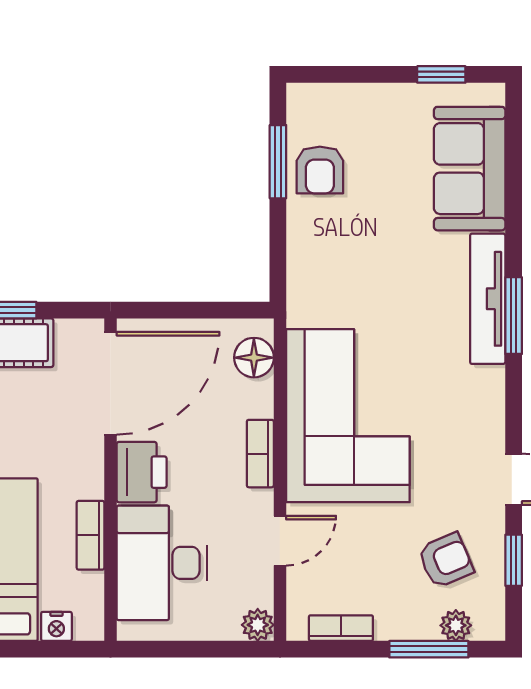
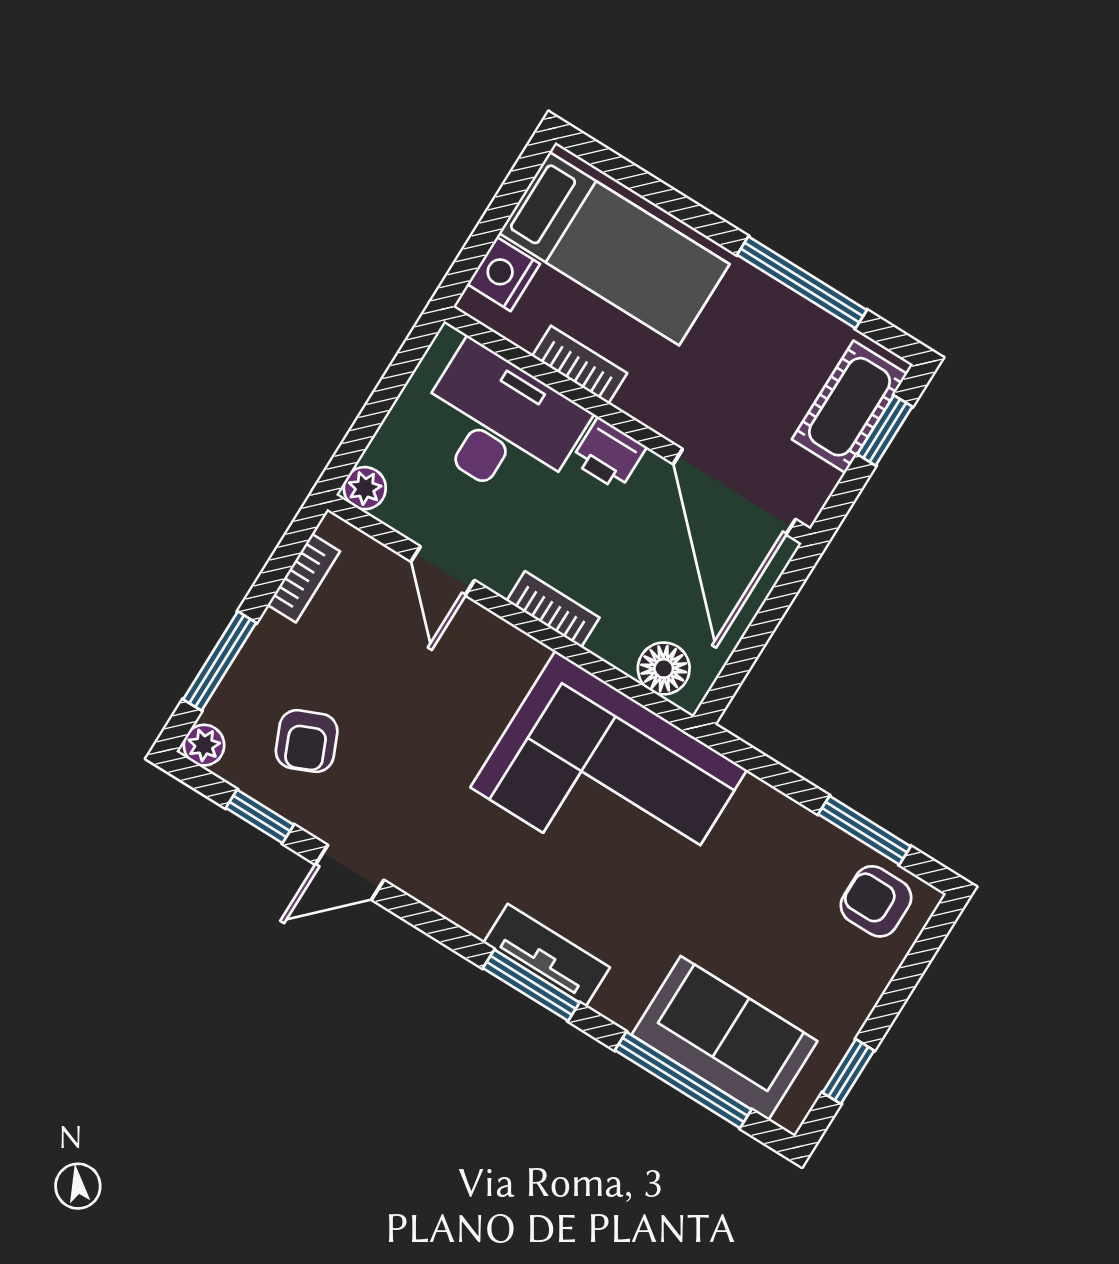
armchair: (320, 170) -> (876, 901), moved
window: (514, 178) -> (683, 1080), added
tv unit: (488, 299) -> (547, 955), width x0.71
corner sofa: (348, 416) -> (609, 779), moved
printer: (142, 472) -> (609, 454), width x0.73, depth x0.81
plant: (456, 625) -> (204, 745), moved
nightstand: (56, 626) -> (504, 274), width x1.39, depth x1.35

